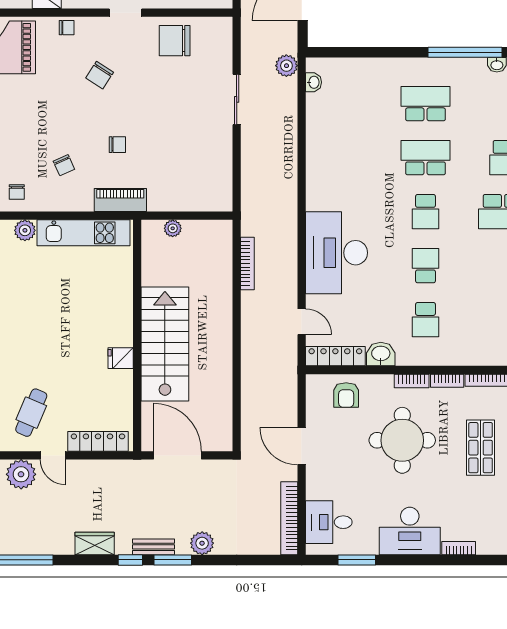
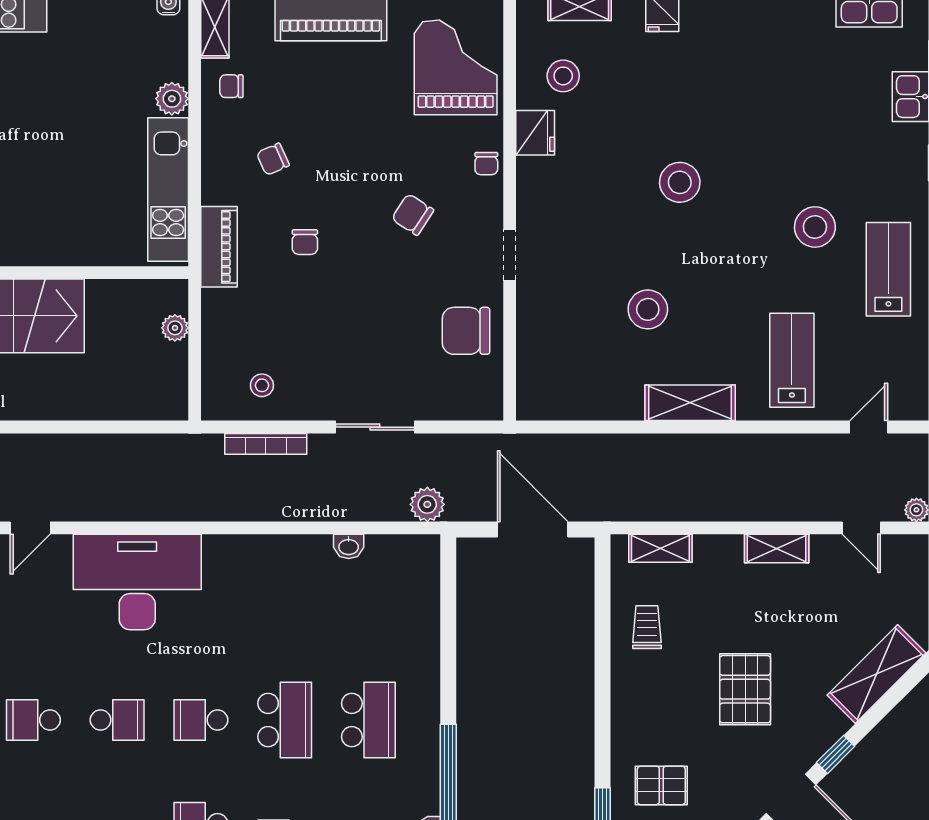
chair: (175, 41) -> (466, 331), turned -90
washbasin: (314, 82) -> (349, 546), moved
stool: (210, 172) -> (262, 385), added
bookcase: (247, 263) -> (266, 444), moved

